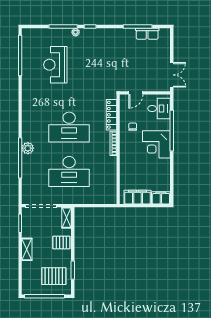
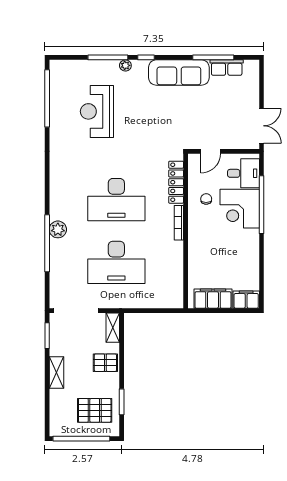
sofa: (113, 37) -> (179, 73), added
corner desk: (156, 144) -> (240, 209), moved

